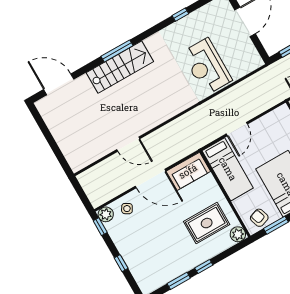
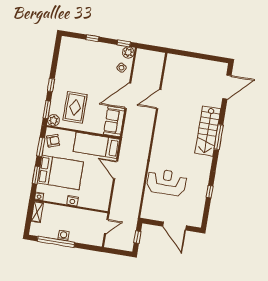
window: (179, 281) -> (47, 110), moved

